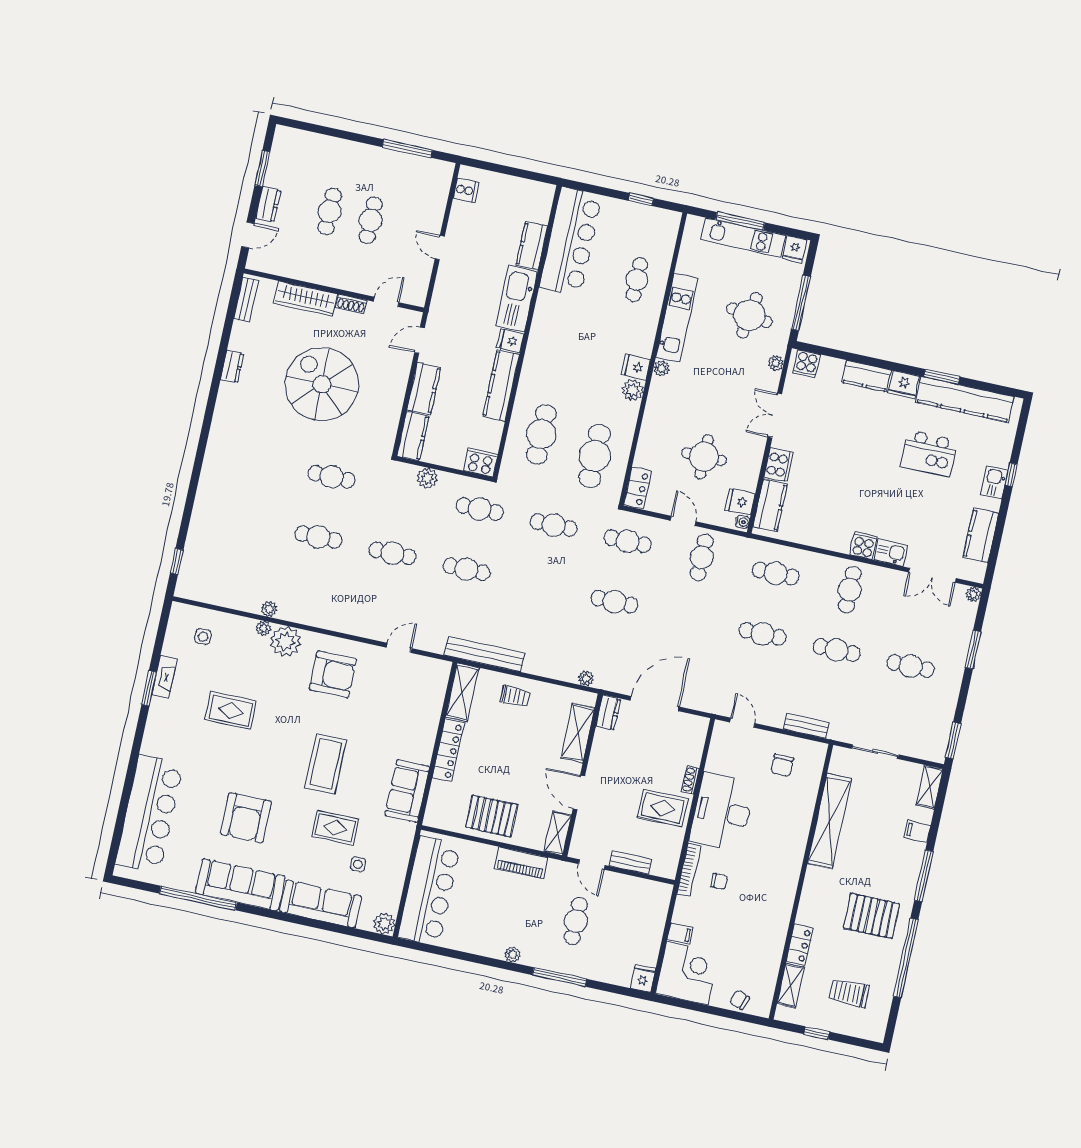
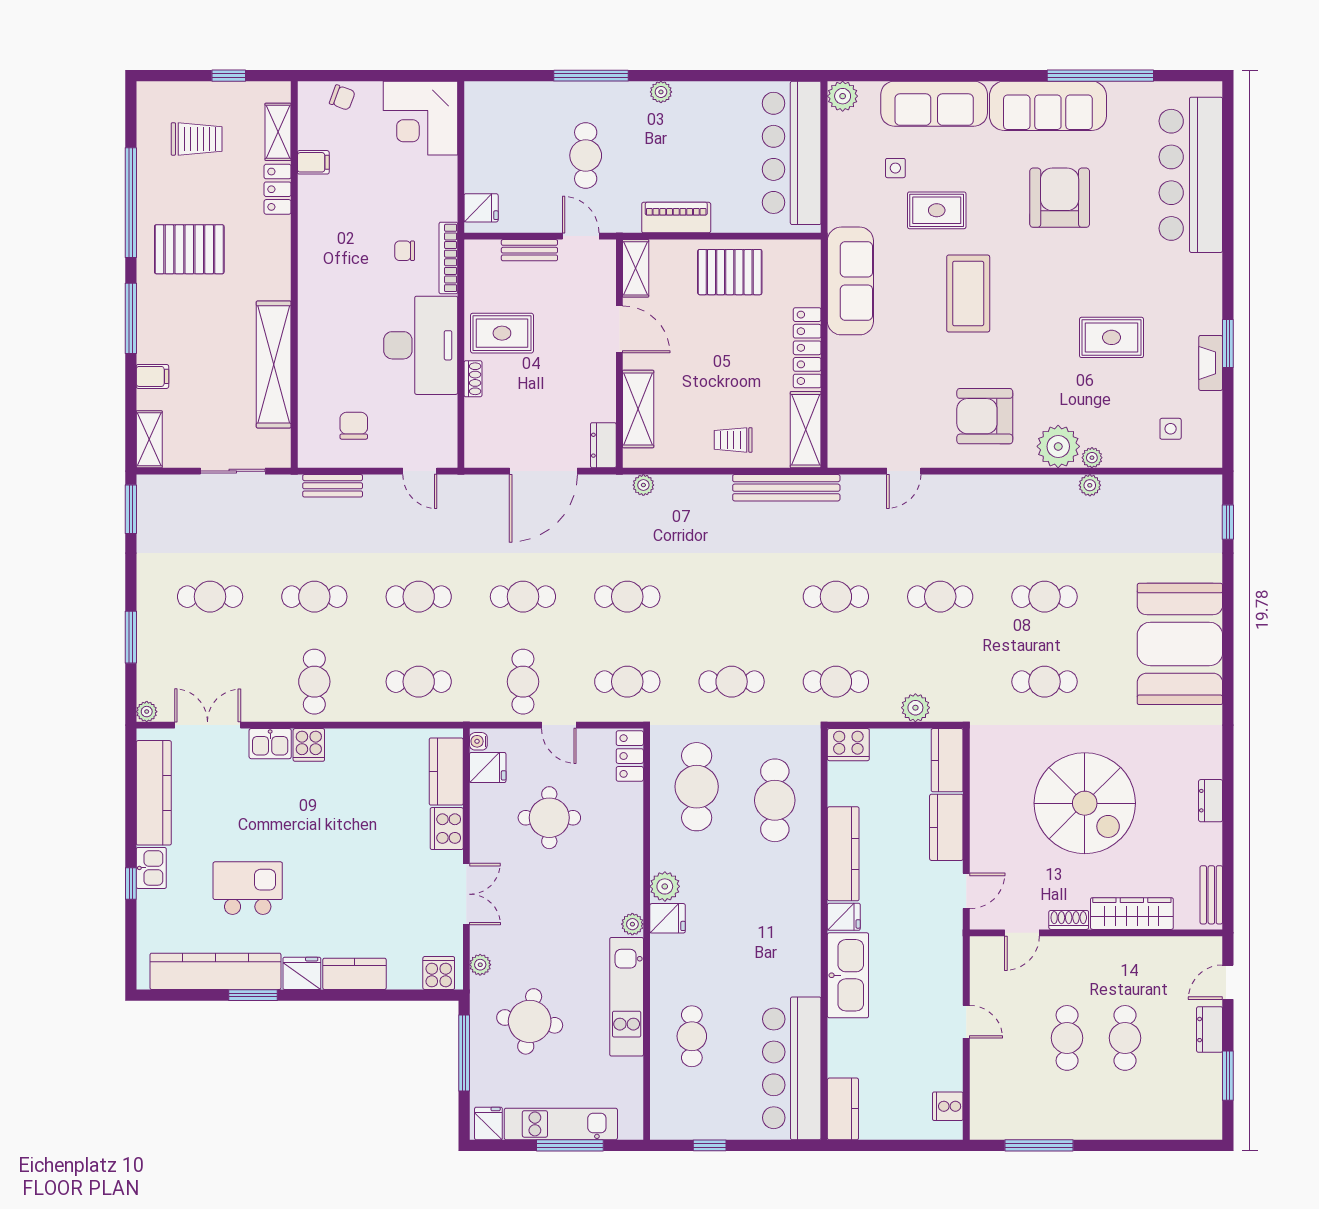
kitchen counter: (532, 246) -> (843, 1109), moved
booth: (230, 482) -> (1180, 644), added
kitchen counter: (981, 536) -> (154, 793), width x1.50
cafe table: (689, 618) -> (523, 597), added
sofa: (407, 791) -> (850, 281), width x1.36
filing cabinet: (680, 934) -> (313, 162), moved, turned 180
fridge: (643, 978) -> (481, 208), moved, turned -90

